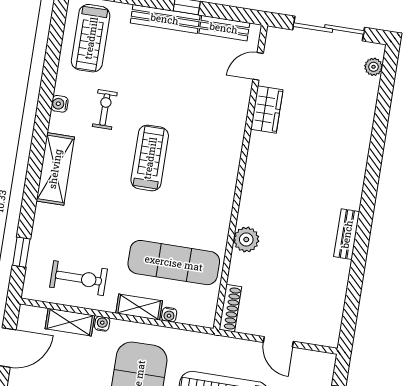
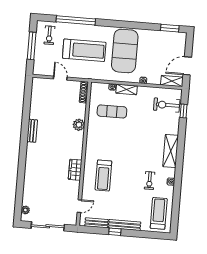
wardrobe: (267, 109) -> (75, 170), moved
treadmill: (150, 158) -> (103, 175), moved
exercise mat: (174, 263) -> (112, 111), width x0.73, depth x0.69
exercise bike: (79, 278) -> (167, 105), moved
shelving: (70, 322) -> (172, 81), moved

